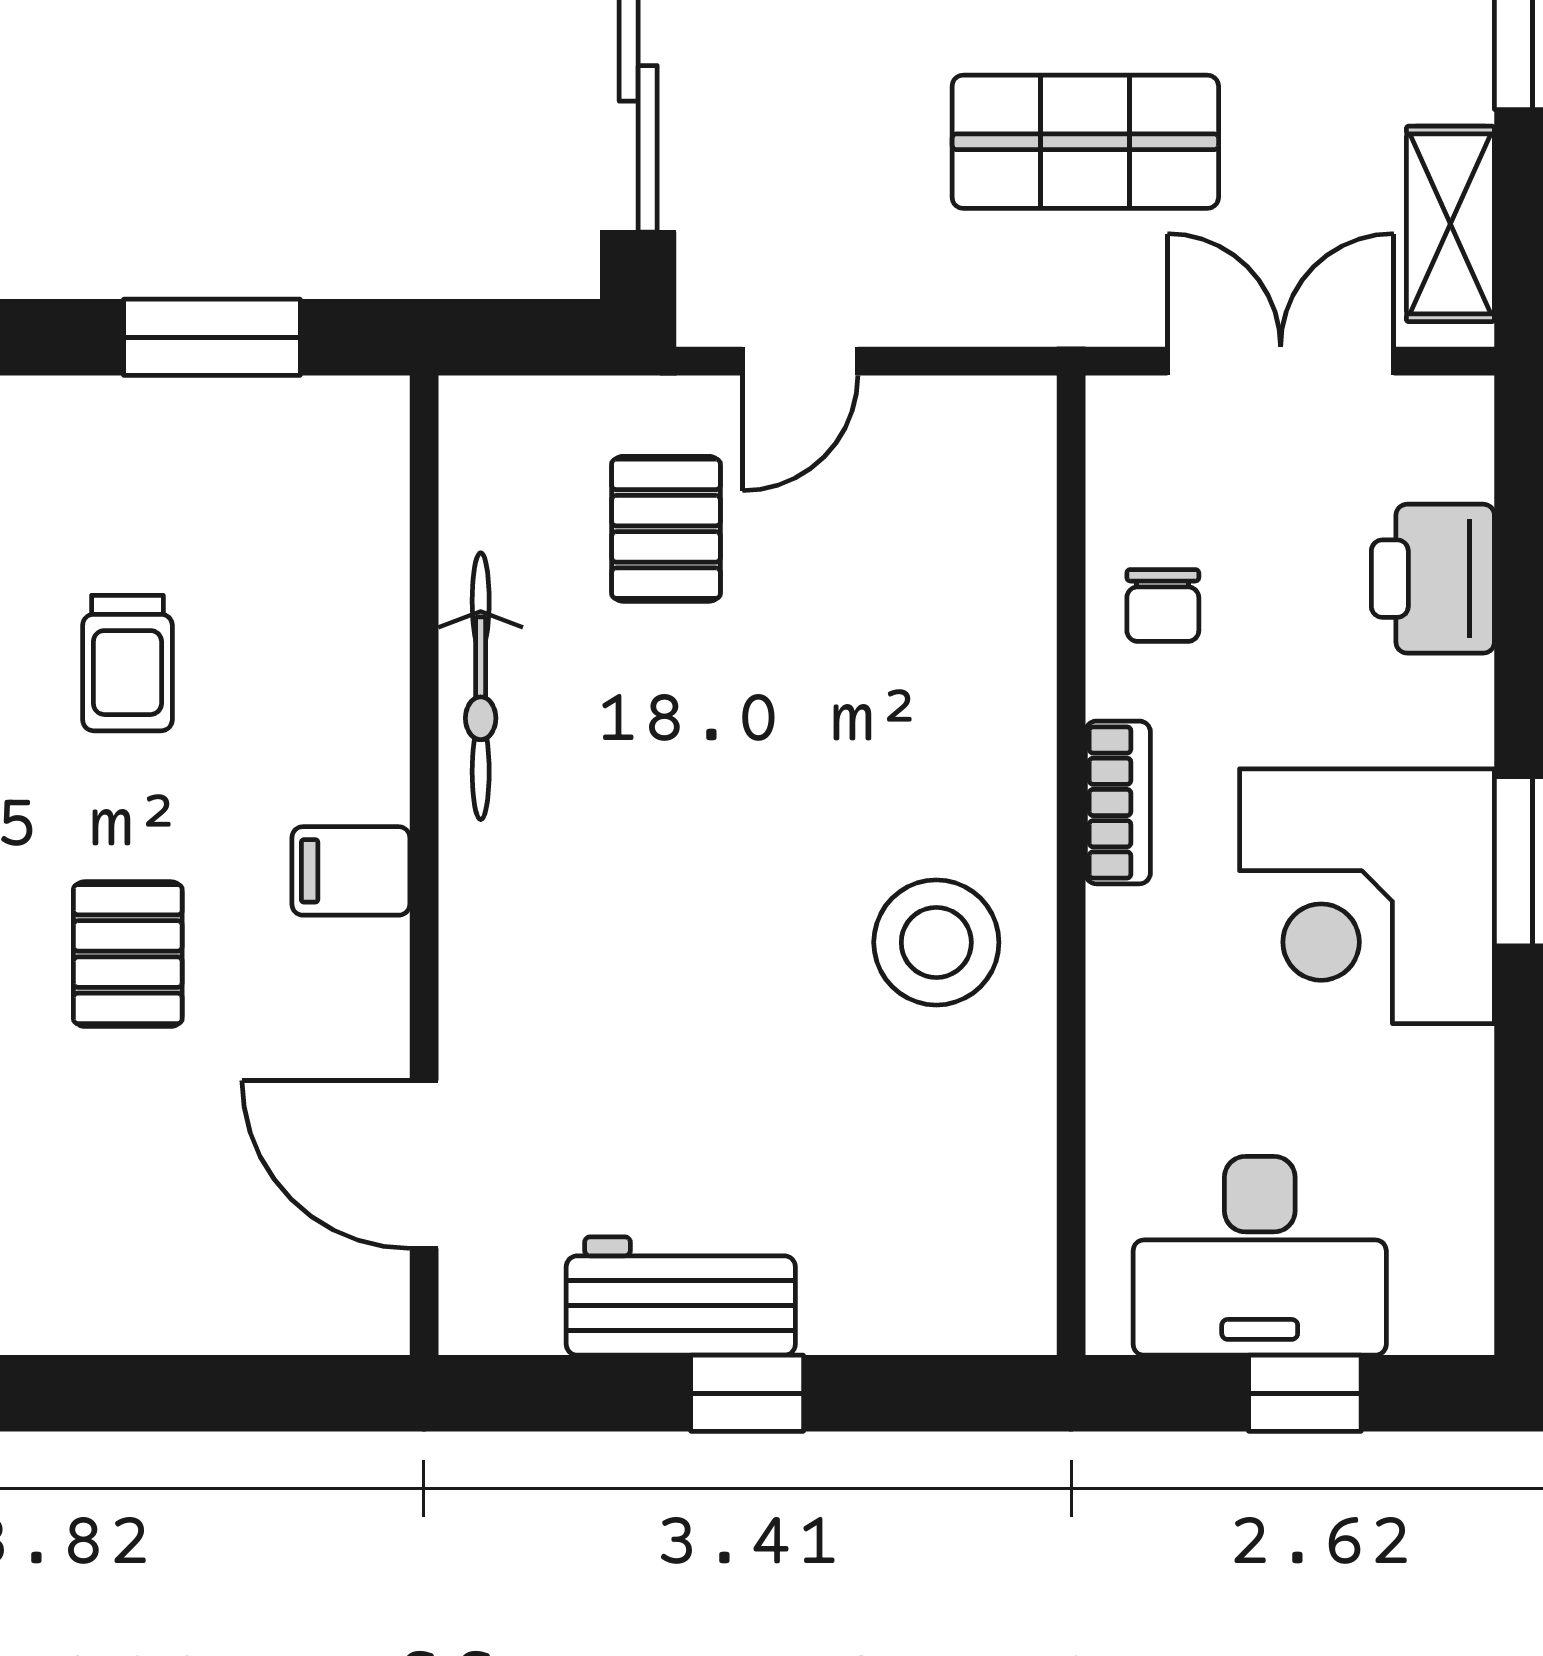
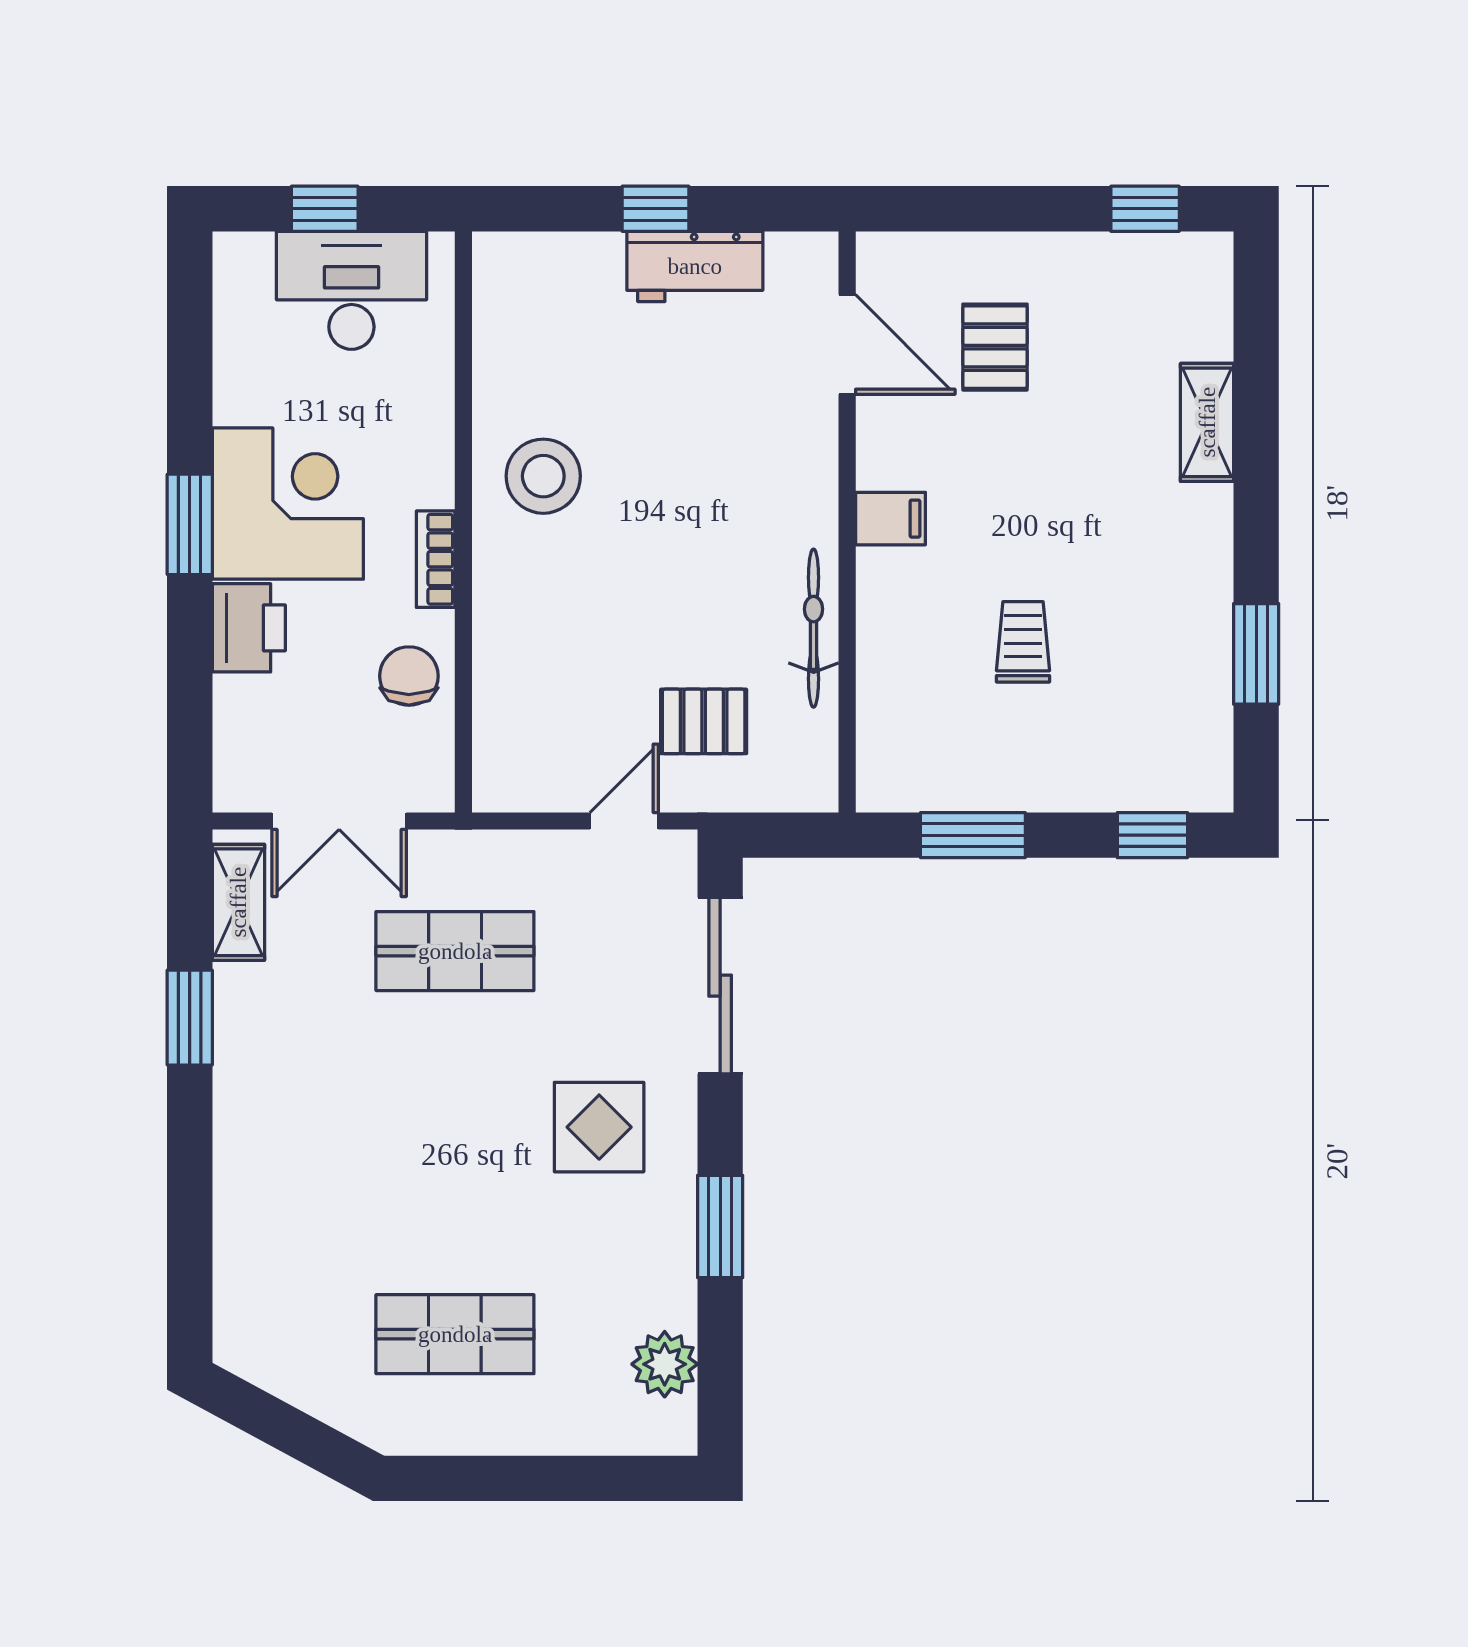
pallet: (666, 529) -> (704, 721), turned 90
printer: (1433, 579) -> (249, 628), moved
chair: (1163, 605) -> (409, 676), width x1.37, depth x1.37
pallet: (128, 954) -> (995, 347), moved

